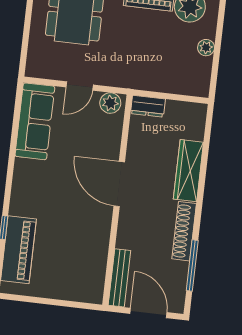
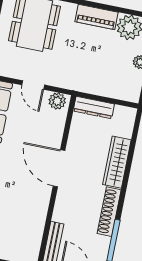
door: (80, 86) -> (33, 85), hinge flipped
dresser: (148, 106) -> (94, 107), width x1.44

